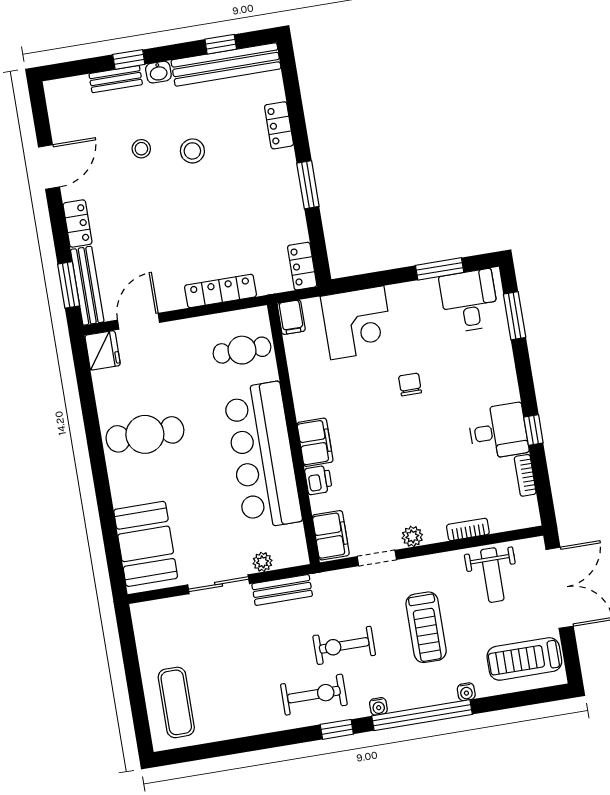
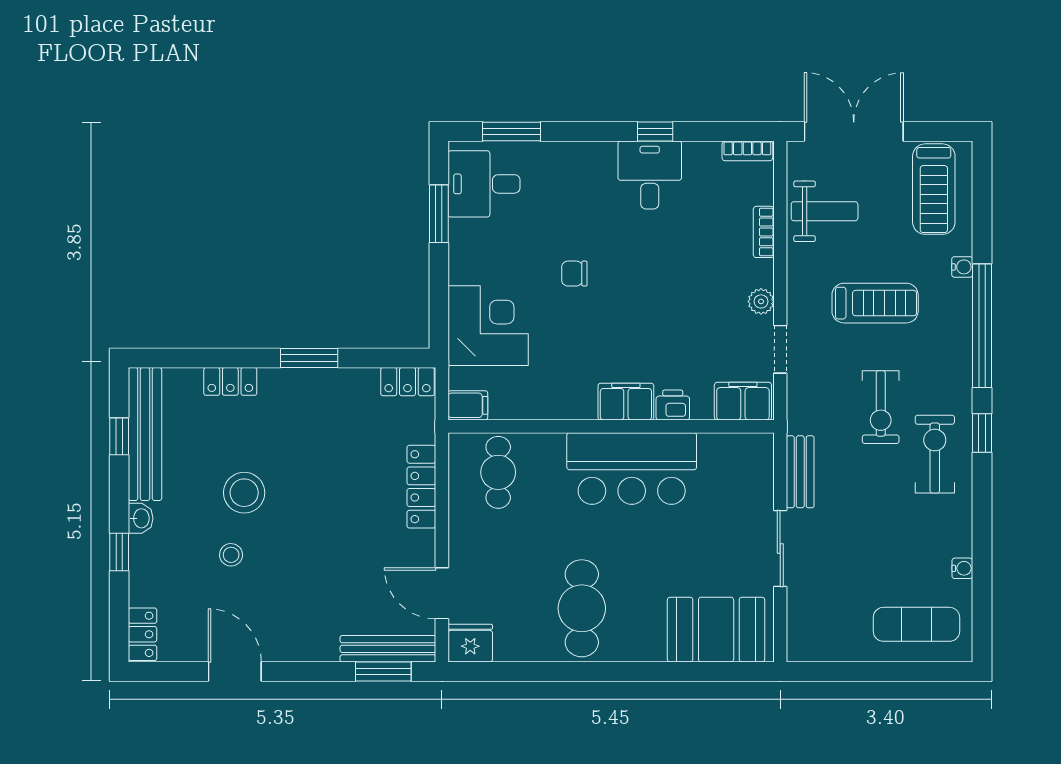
bench: (116, 79) -> (141, 572), removed
stool: (192, 151) -> (244, 493), width x1.38, depth x1.38
locker: (78, 223) -> (143, 634), moved, turned 90
bar counter: (263, 456) -> (632, 469), width x0.73
bookcase: (525, 475) -> (747, 151), moved
plant: (263, 562) -> (762, 490), removed
water cooler: (378, 706) -> (962, 568), moved

